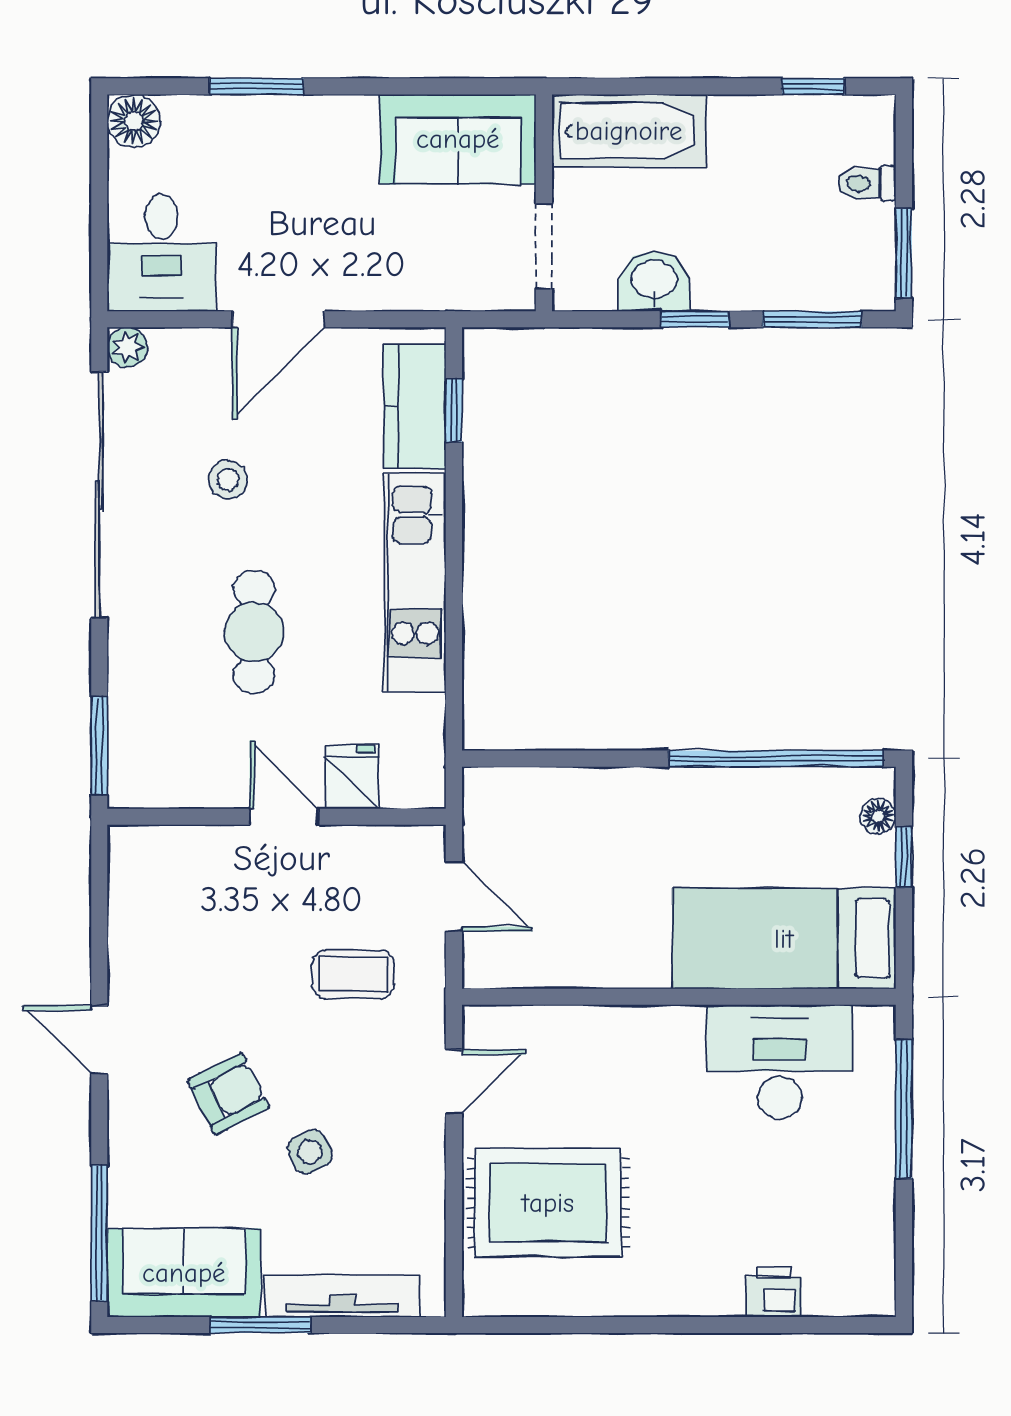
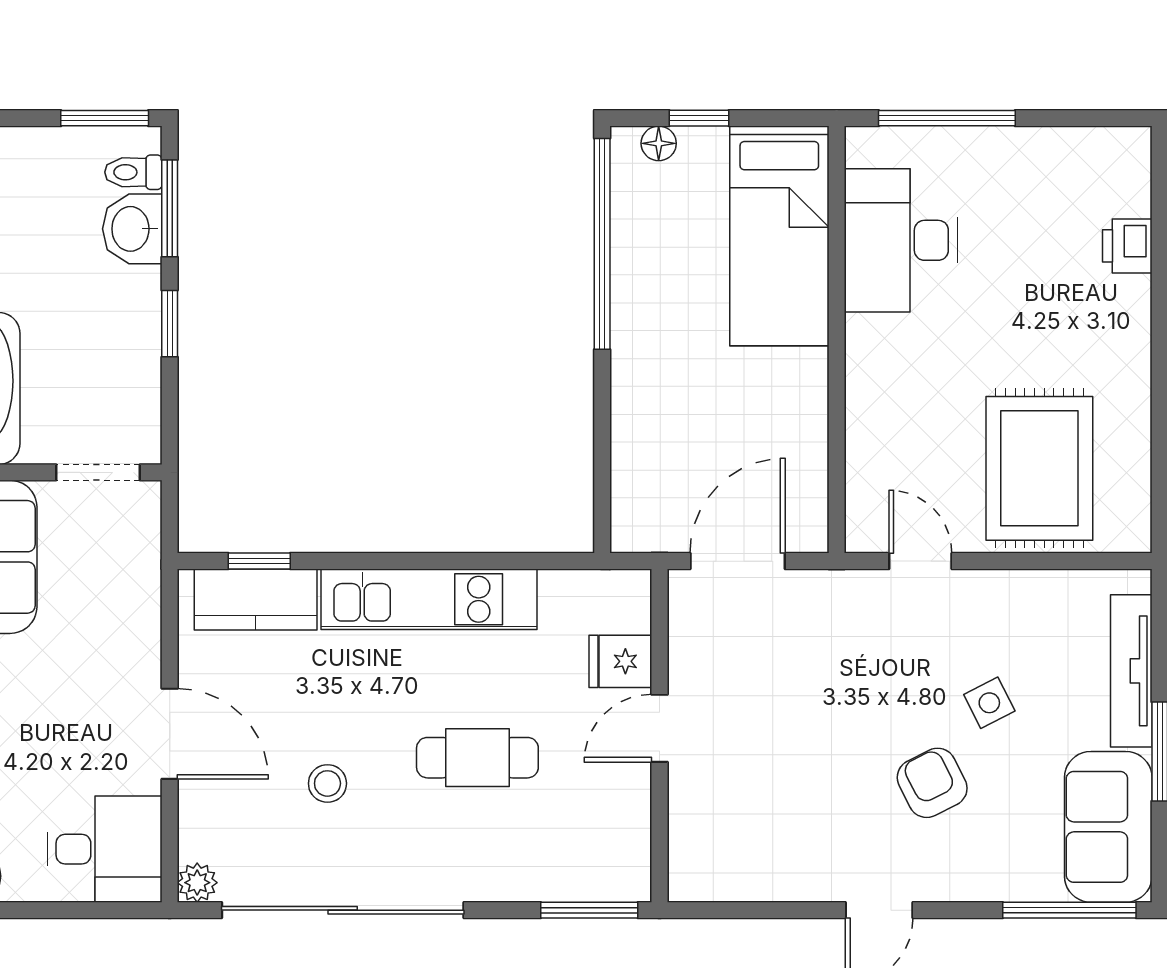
toilet: (867, 183) -> (133, 172), moved, turned 90
washbasin: (654, 281) -> (132, 229), moved
door: (454, 896) -> (738, 561), width x1.38
coffee table: (353, 974) -> (814, 660), removed

